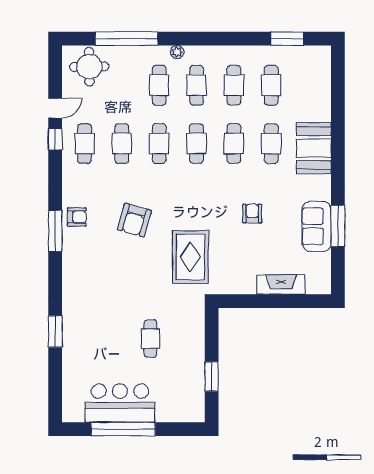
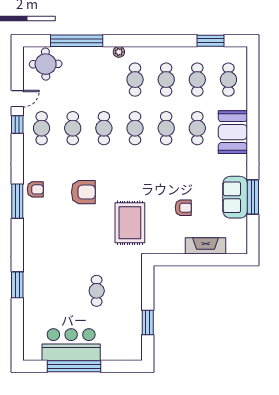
cafe table: (159, 85) -> (228, 80), moved
armchair: (252, 213) -> (183, 208), moved, turned 90
armchair: (134, 220) -> (83, 192), turned -106

